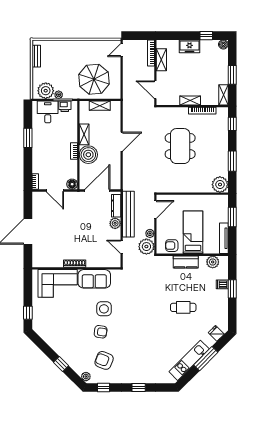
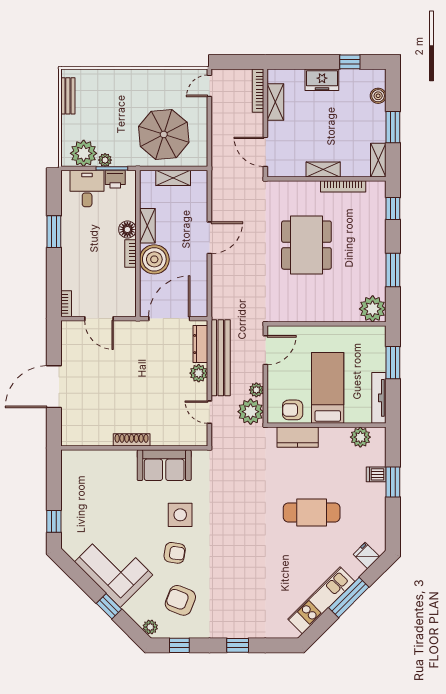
boiler: (223, 44) -> (378, 96), moved
floor lamp: (72, 184) -> (127, 229), moved
kitchen counter: (186, 262) -> (298, 437), moved
corner sofa: (58, 283) -> (114, 568), moved, turned -135
cafe table: (183, 307) -> (312, 512), width x1.37, depth x1.35

